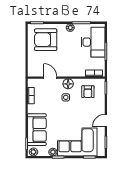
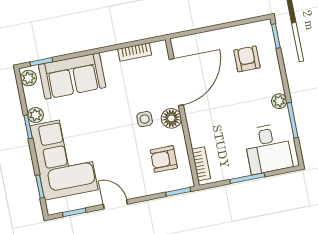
armchair: (46, 40) -> (247, 59), width x0.53, depth x0.53
desk: (93, 42) -> (268, 149), width x0.73
door: (50, 78) -> (176, 82), width x1.87

